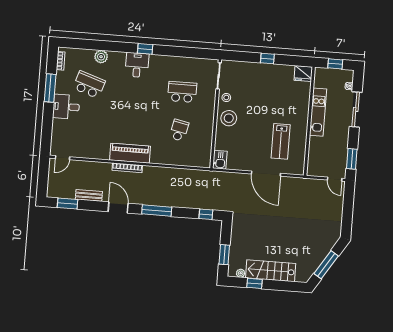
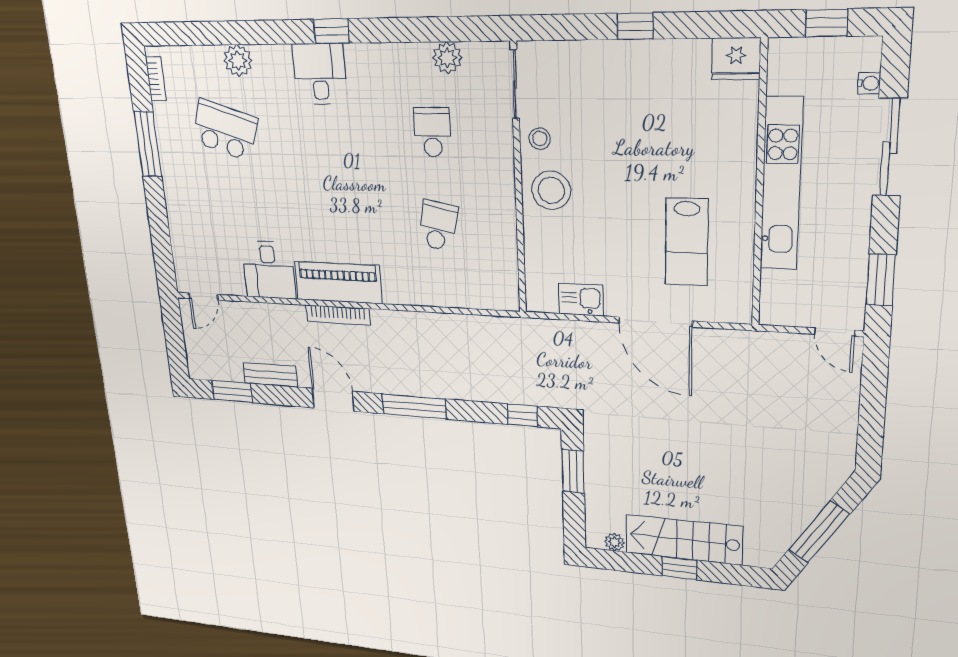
plant: (193, 64) -> (447, 58), added
school desk: (182, 92) -> (432, 132), width x0.54
desk: (66, 107) -> (269, 270), moved, turned -90
kitchen unit: (318, 112) -> (781, 184), width x1.36
kitchen sink: (220, 160) -> (581, 300), moved, turned -90
window: (224, 255) -> (573, 471), moved
window: (254, 283) -> (679, 568), moved

